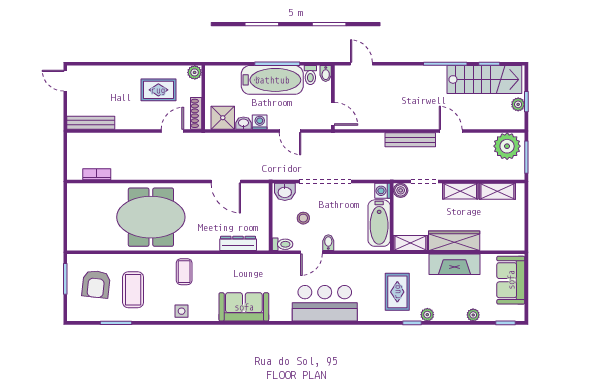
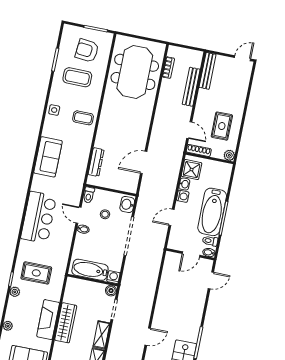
door: (333, 114) -> (191, 254), moved
bench: (410, 140) -> (191, 87), moved
meeting table: (151, 217) -> (135, 72), moved
shelving: (410, 243) -> (71, 290), removed

